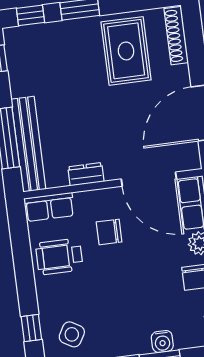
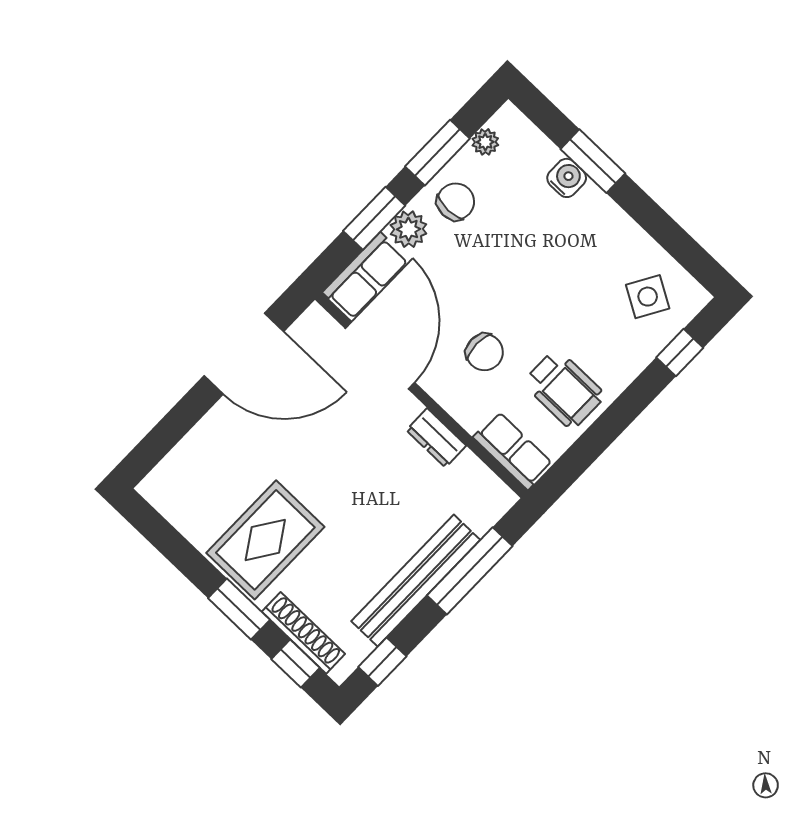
shoe rack: (176, 36) -> (303, 633), moved, turned -90
rug: (126, 51) -> (265, 540), moved
bench: (28, 144) -> (416, 581), moved

